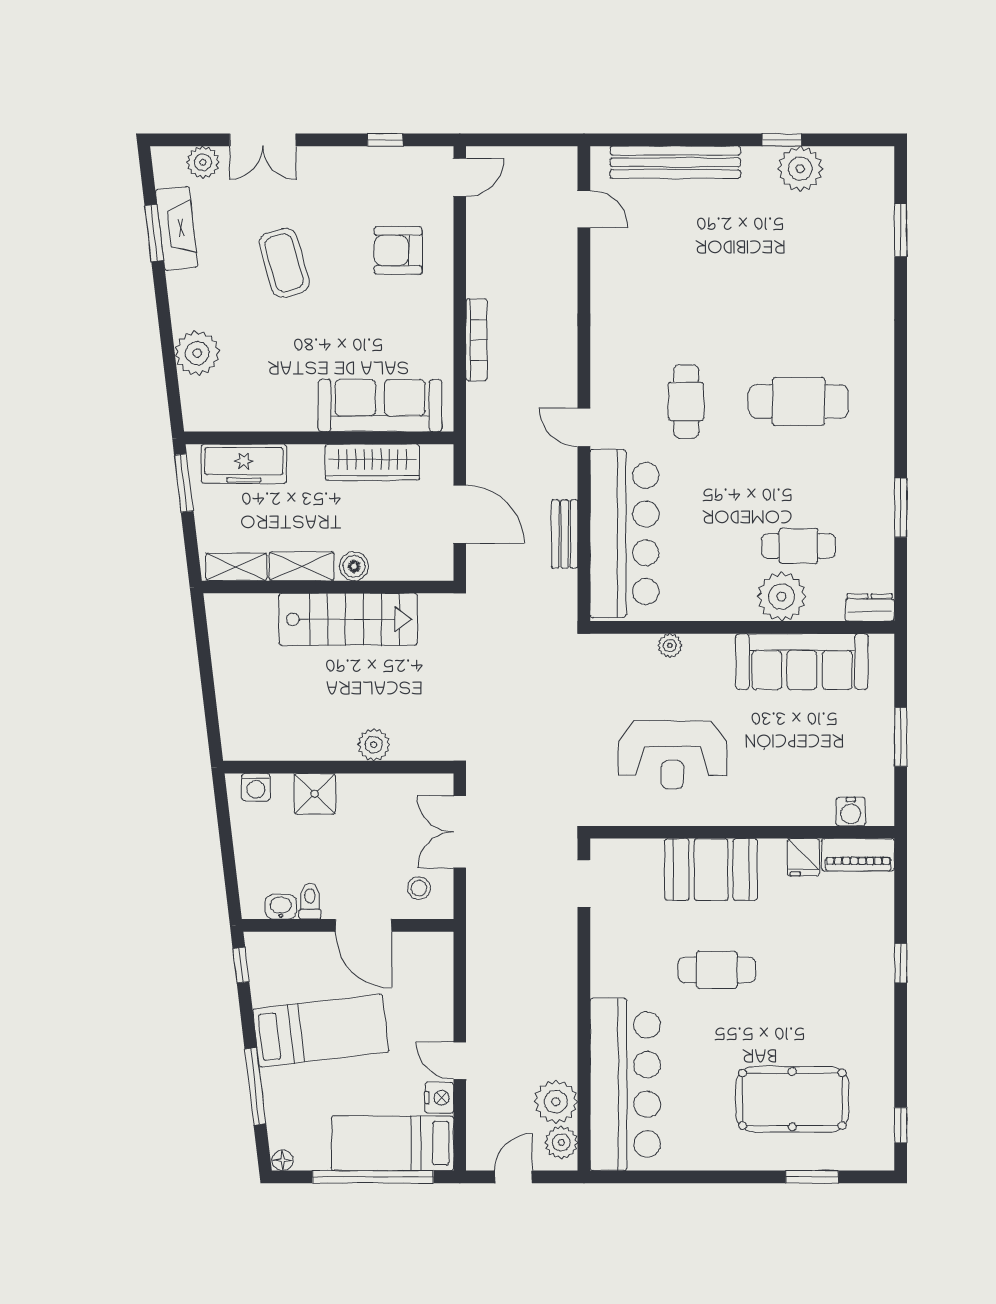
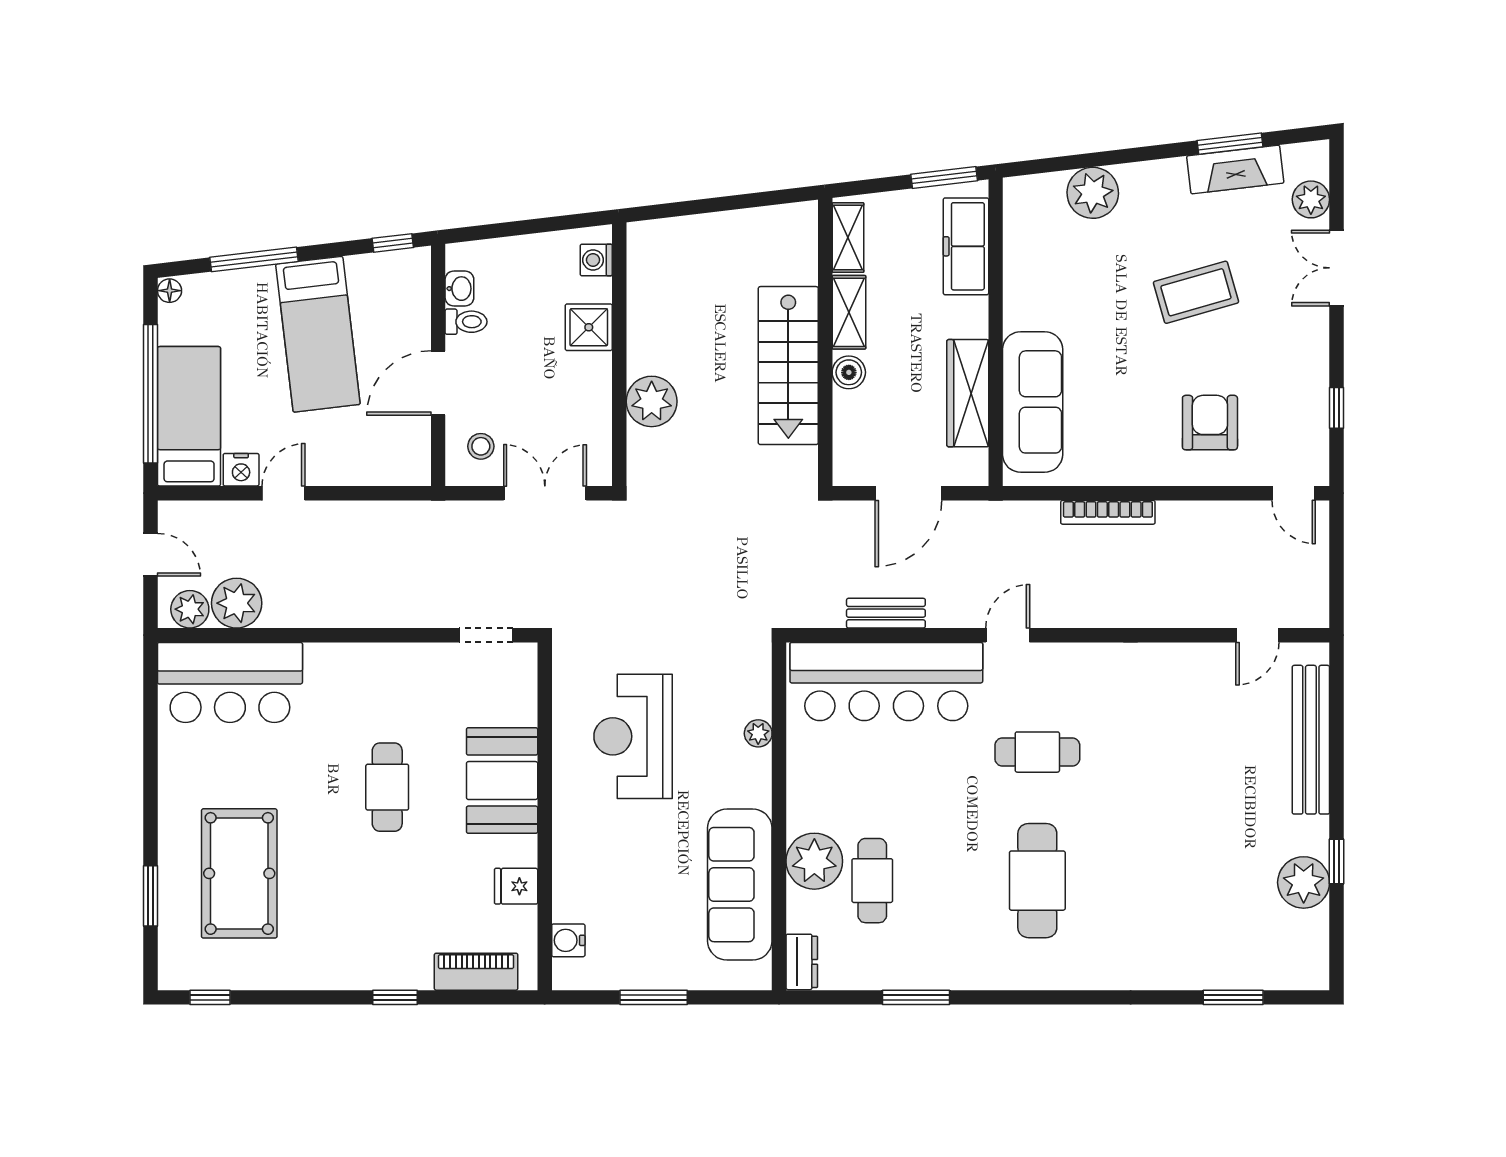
plant: (374, 745) -> (652, 401), width x1.36, depth x1.36
piano: (858, 855) -> (476, 972), moved, turned 90
bar counter: (625, 1084) -> (230, 682), width x0.73

